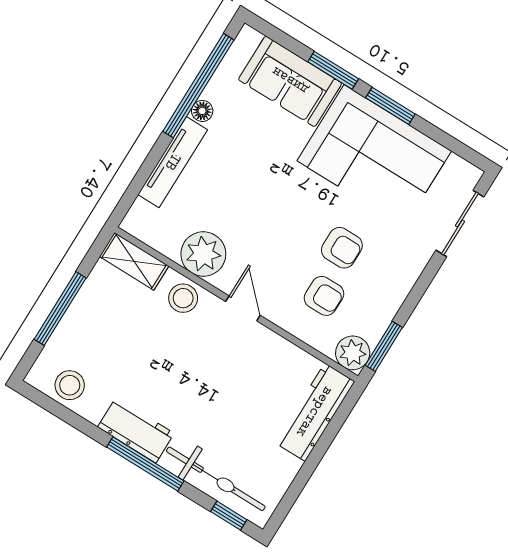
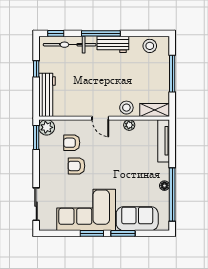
tv unit: (173, 162) -> (164, 141), moved
plant: (203, 254) -> (129, 125), width x0.53, depth x0.53
window: (305, 473) -> (36, 69), added

